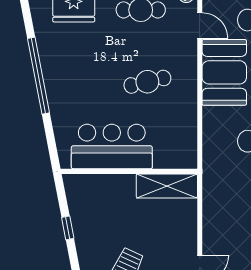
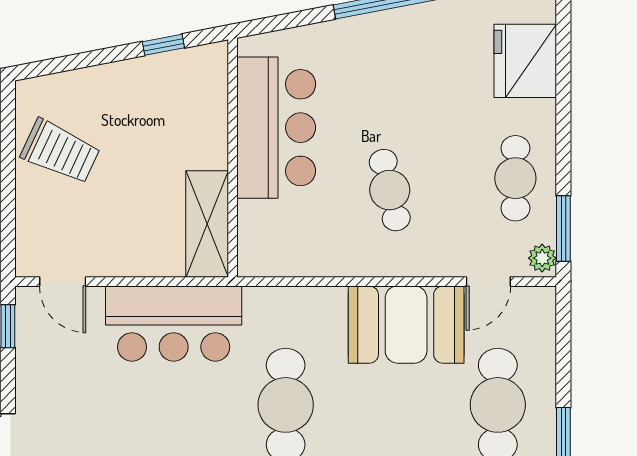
bar counter: (224, 205) -> (174, 324), added
window: (68, 228) -> (163, 45), moved

